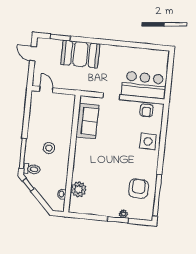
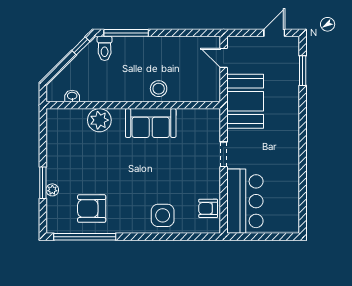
booth: (80, 54) -> (245, 101), moved
door: (46, 90) -> (224, 58), swing flipped
sofa: (87, 121) -> (151, 123), moved
stool: (49, 148) -> (159, 89), moved
plant: (79, 189) -> (99, 120), moved
armchair: (139, 189) -> (92, 209), turned 180

